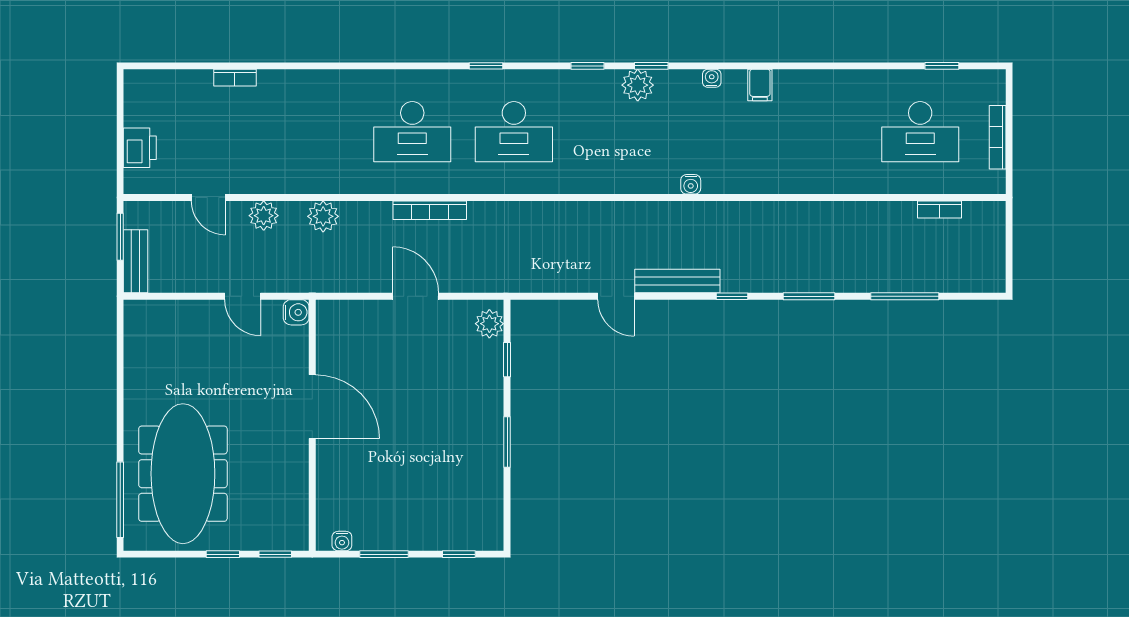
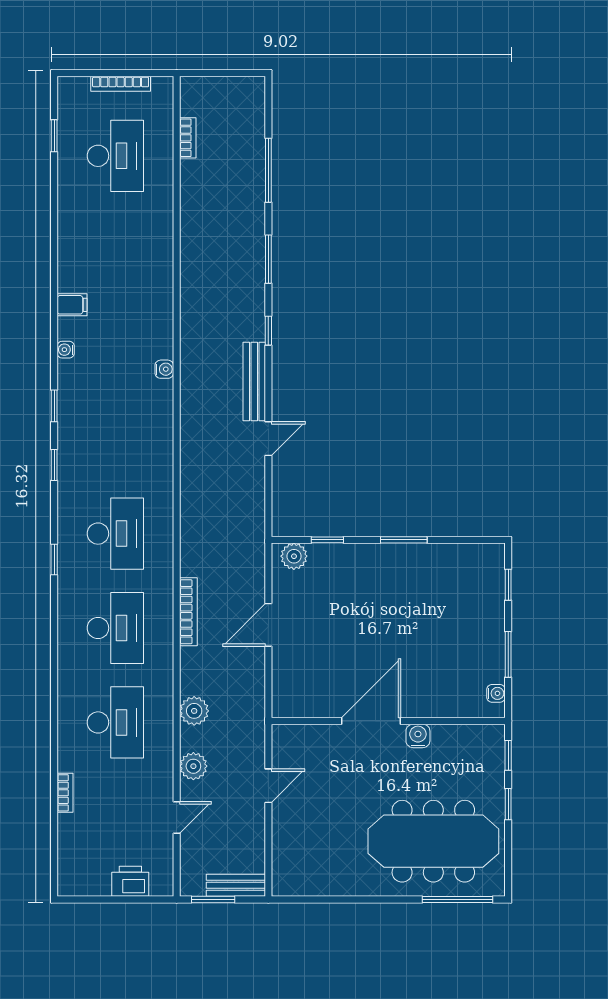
plant: (638, 85) -> (72, 418), removed
desk: (311, 132) -> (115, 722), added
water cooler: (296, 312) -> (418, 736), moved

